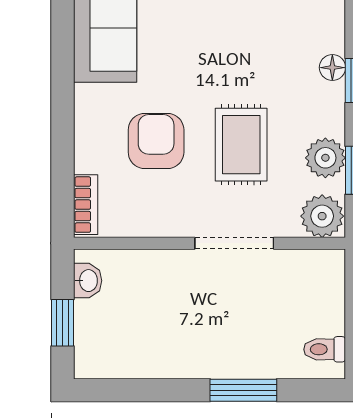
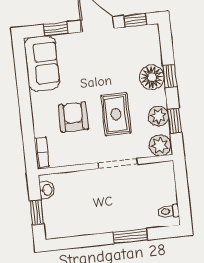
floor lamp: (332, 68) -> (152, 77), width x1.89, depth x1.89

